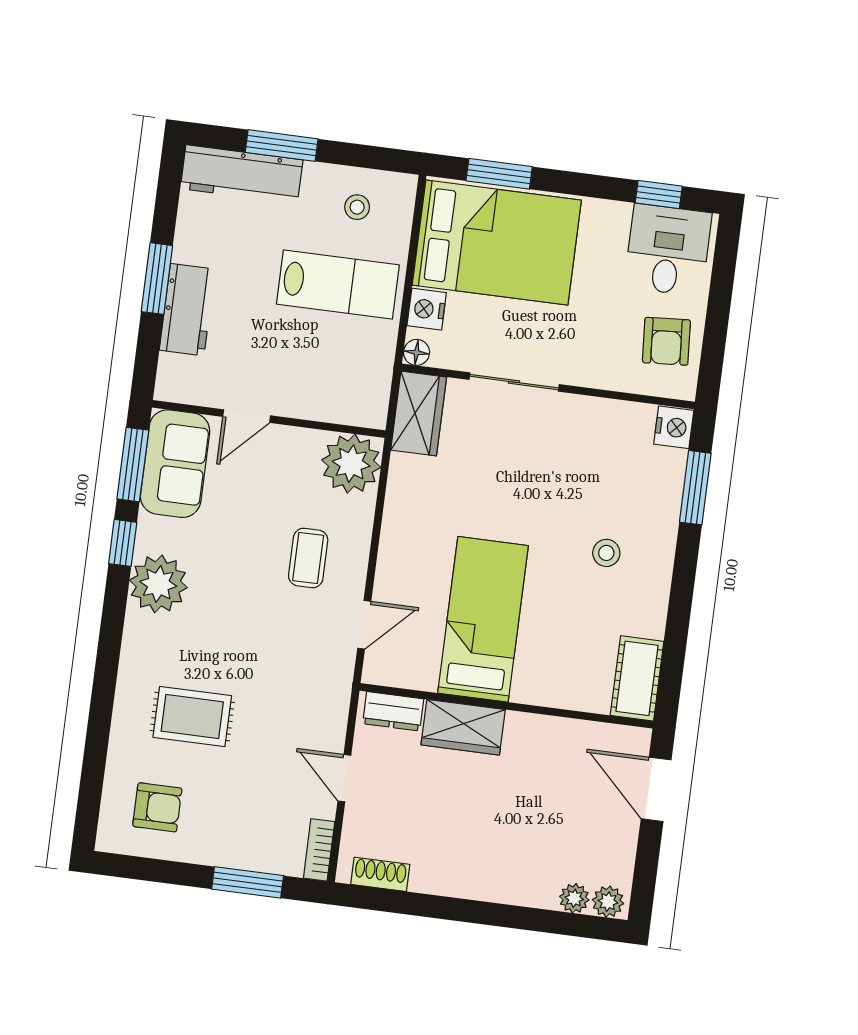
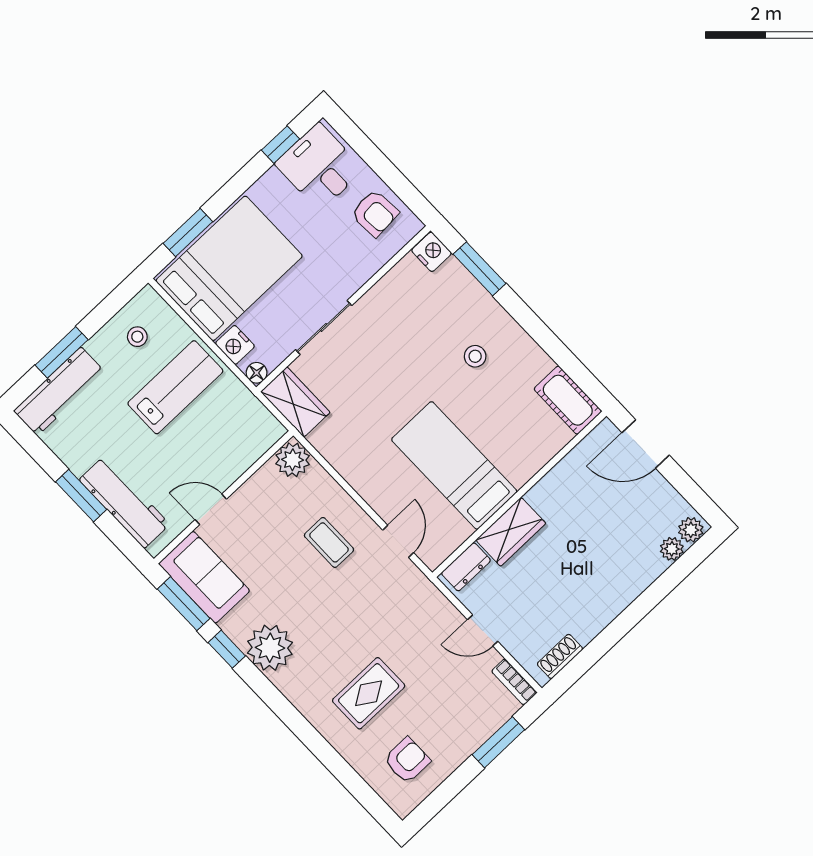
workbench: (187, 310) -> (124, 502), width x1.37
door: (247, 416) -> (211, 509), swing flipped
plant: (351, 464) -> (293, 460), width x0.73, depth x0.73

